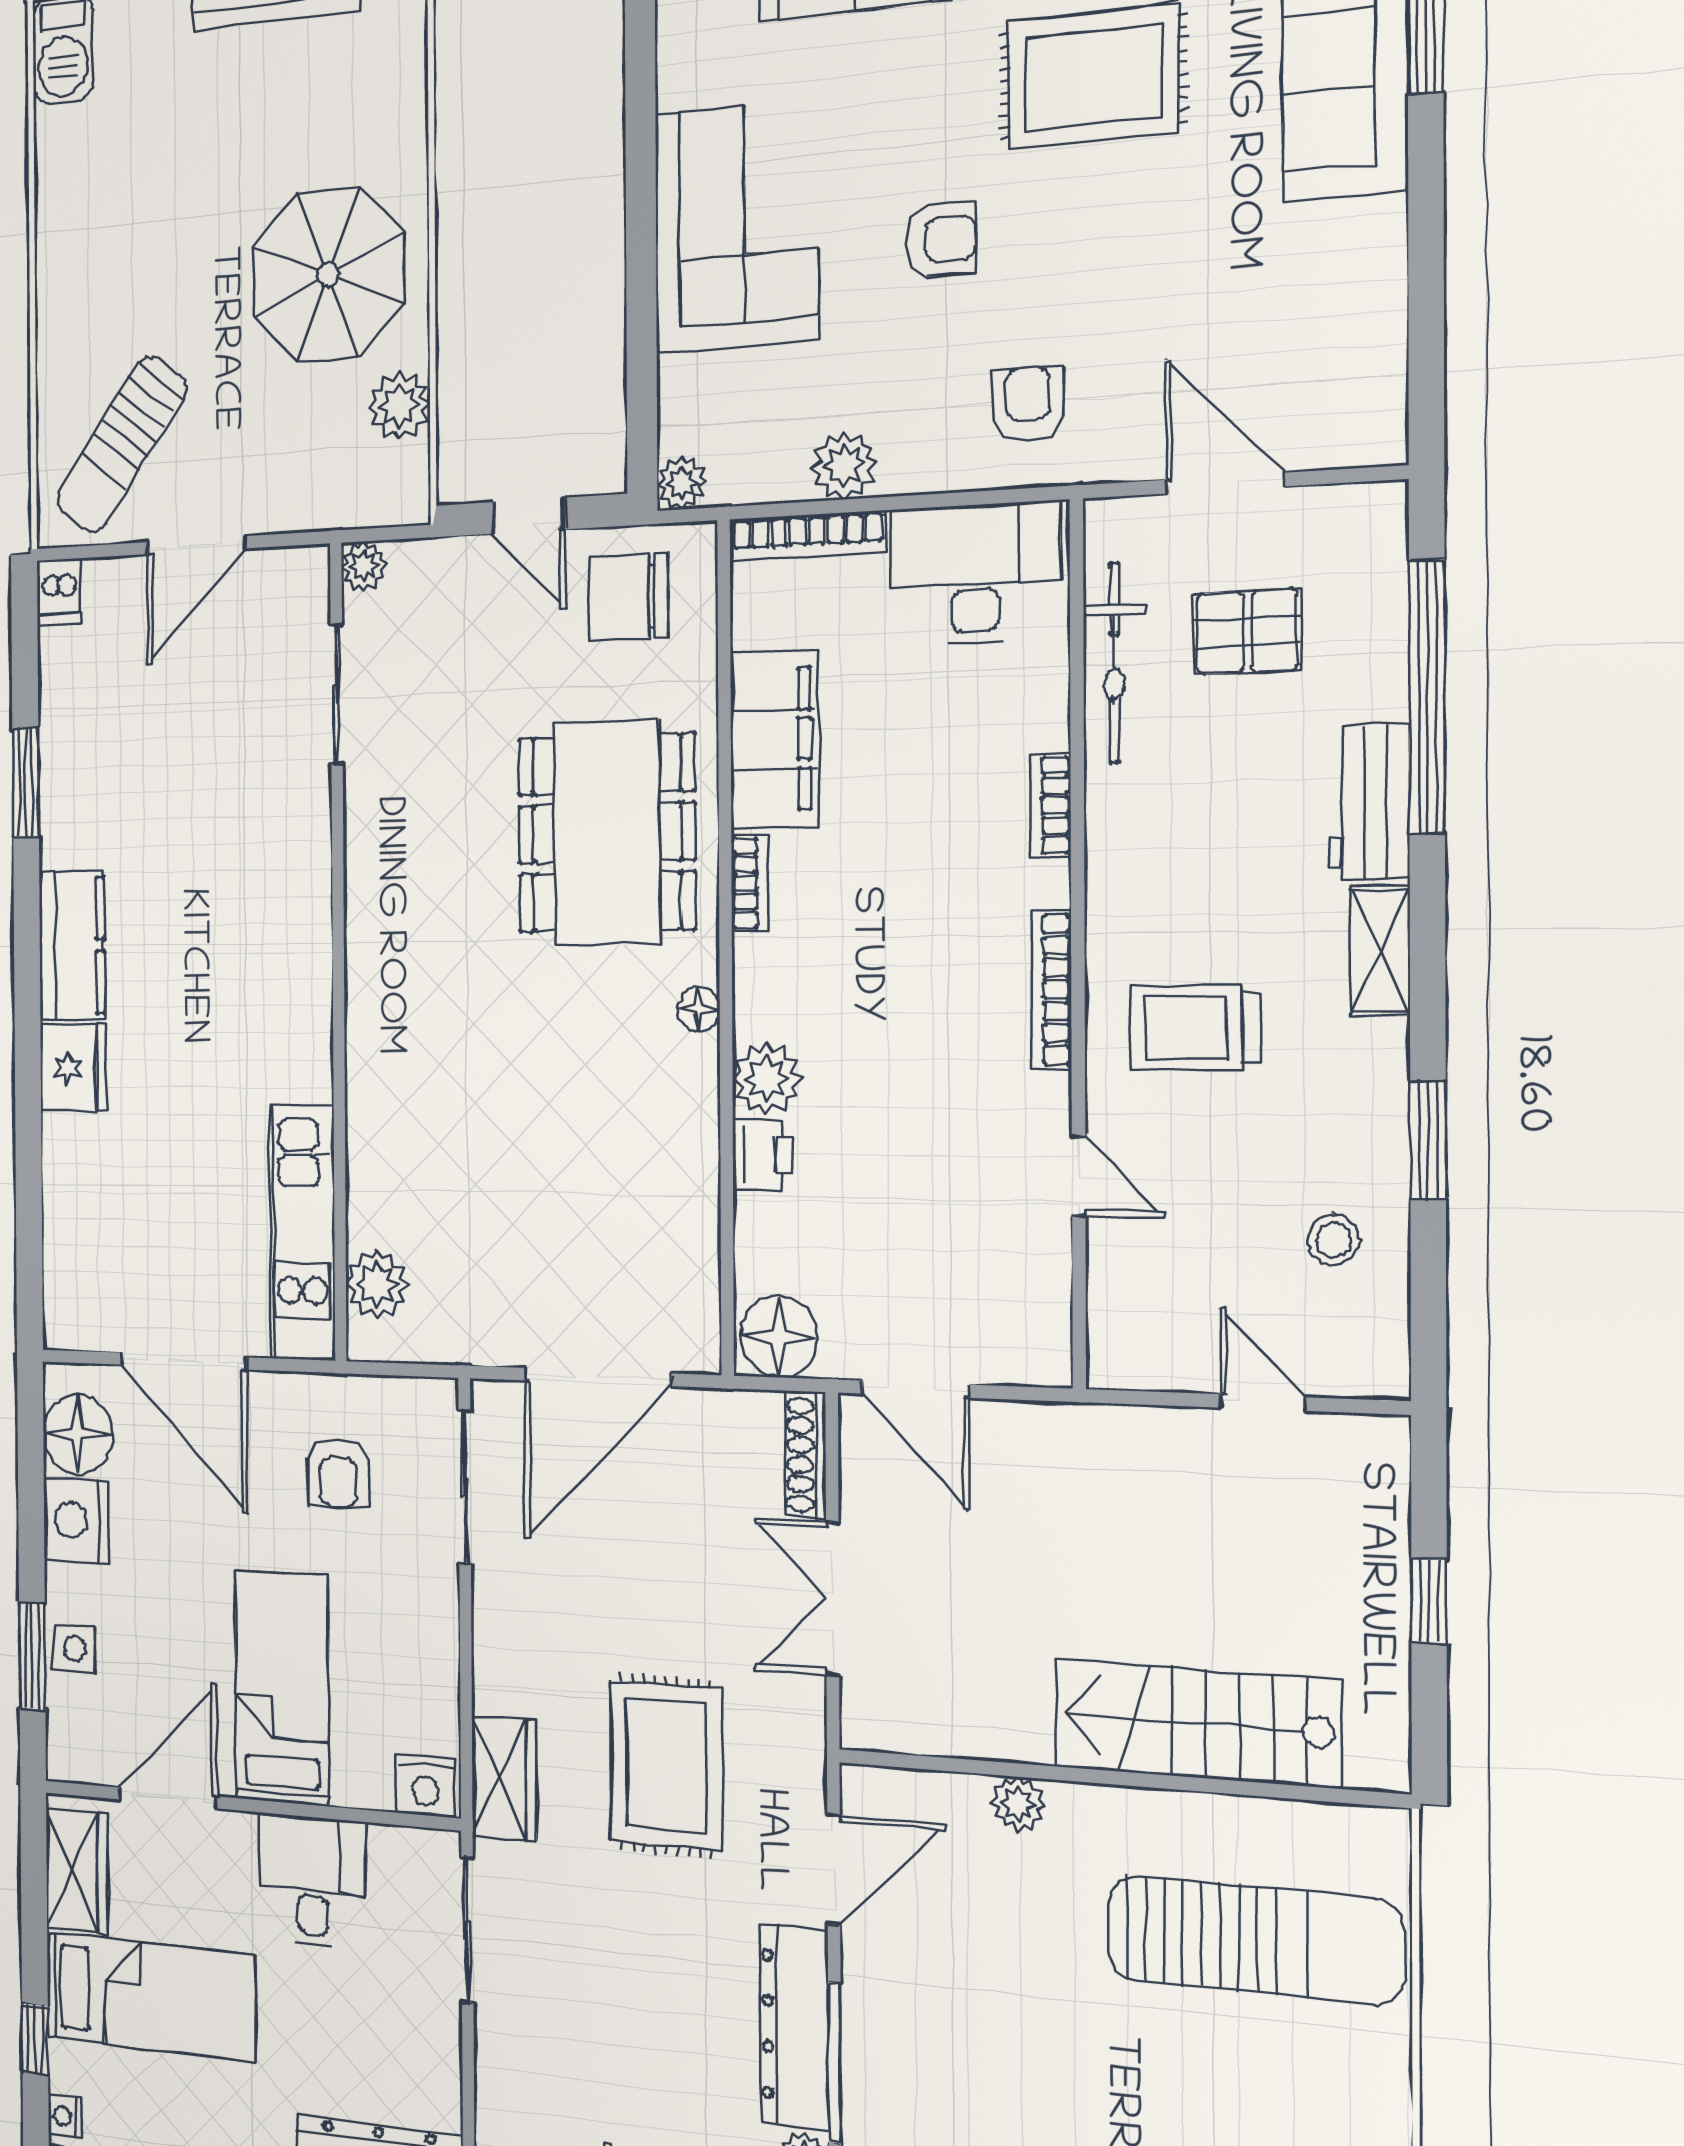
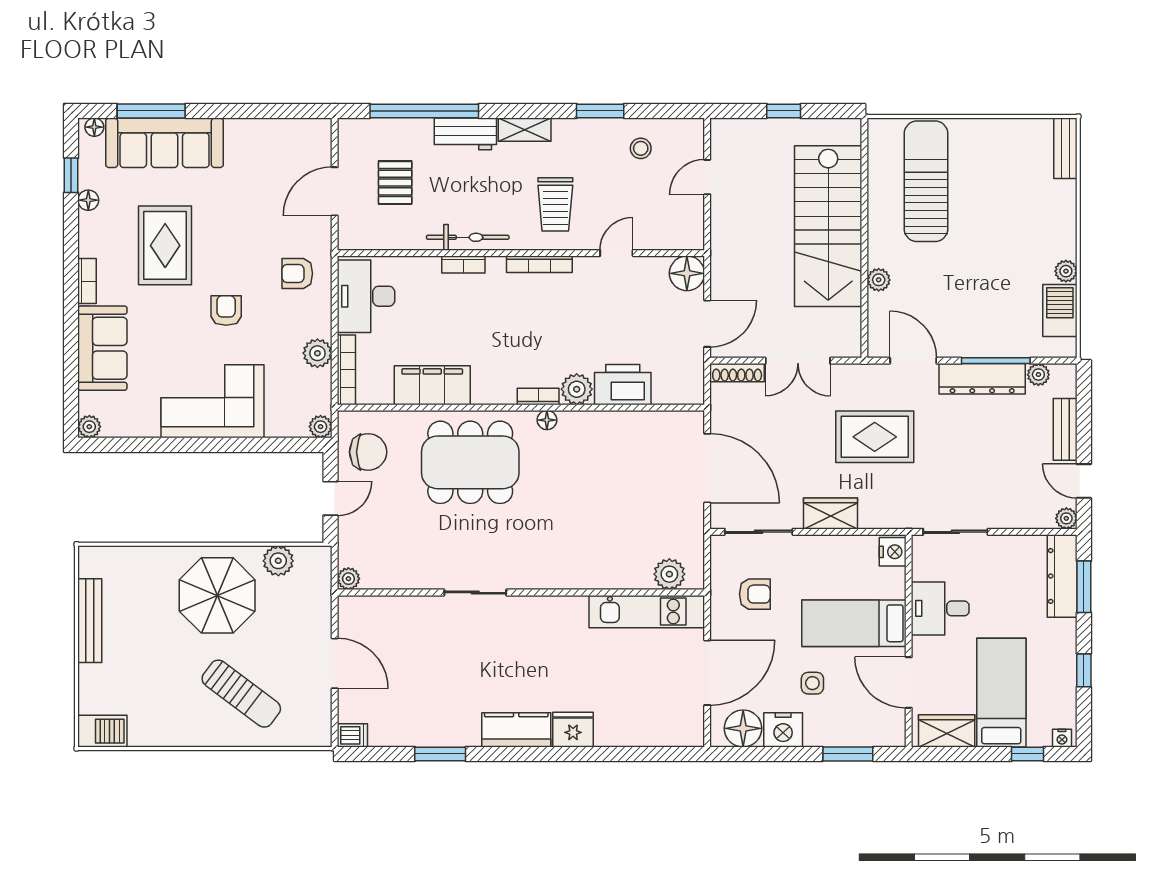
sun lounger: (121, 444) -> (241, 694), moved
chair: (628, 597) -> (368, 452), turned -90
bicycle: (1114, 663) -> (468, 237), moved
sliding door: (337, 694) -> (475, 593), moved
bookcase: (750, 883) -> (538, 397), moved
printer: (763, 1155) -> (623, 385), width x1.87, depth x1.48
floor lamp: (779, 1337) -> (687, 273), moved
side table: (75, 1648) -> (812, 683), moved
stairs: (1196, 1723) -> (828, 226), width x1.36, depth x1.51
wardrobe: (504, 1778) -> (830, 513), moved

